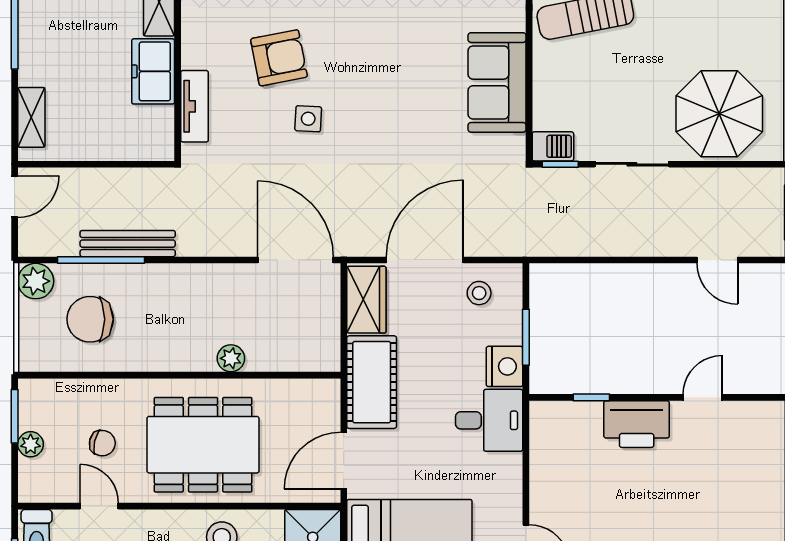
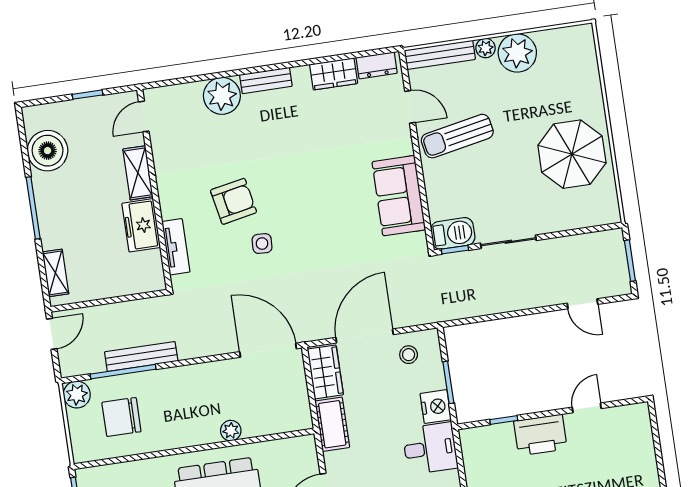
parasol: (719, 114) -> (572, 154), moved
barbecue: (553, 146) -> (453, 233), width x1.38, depth x1.27
cot: (372, 382) -> (332, 424), width x0.73, depth x0.75

